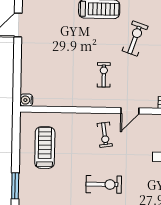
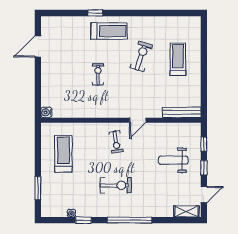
exercise bike: (104, 75) -> (98, 74), moved

